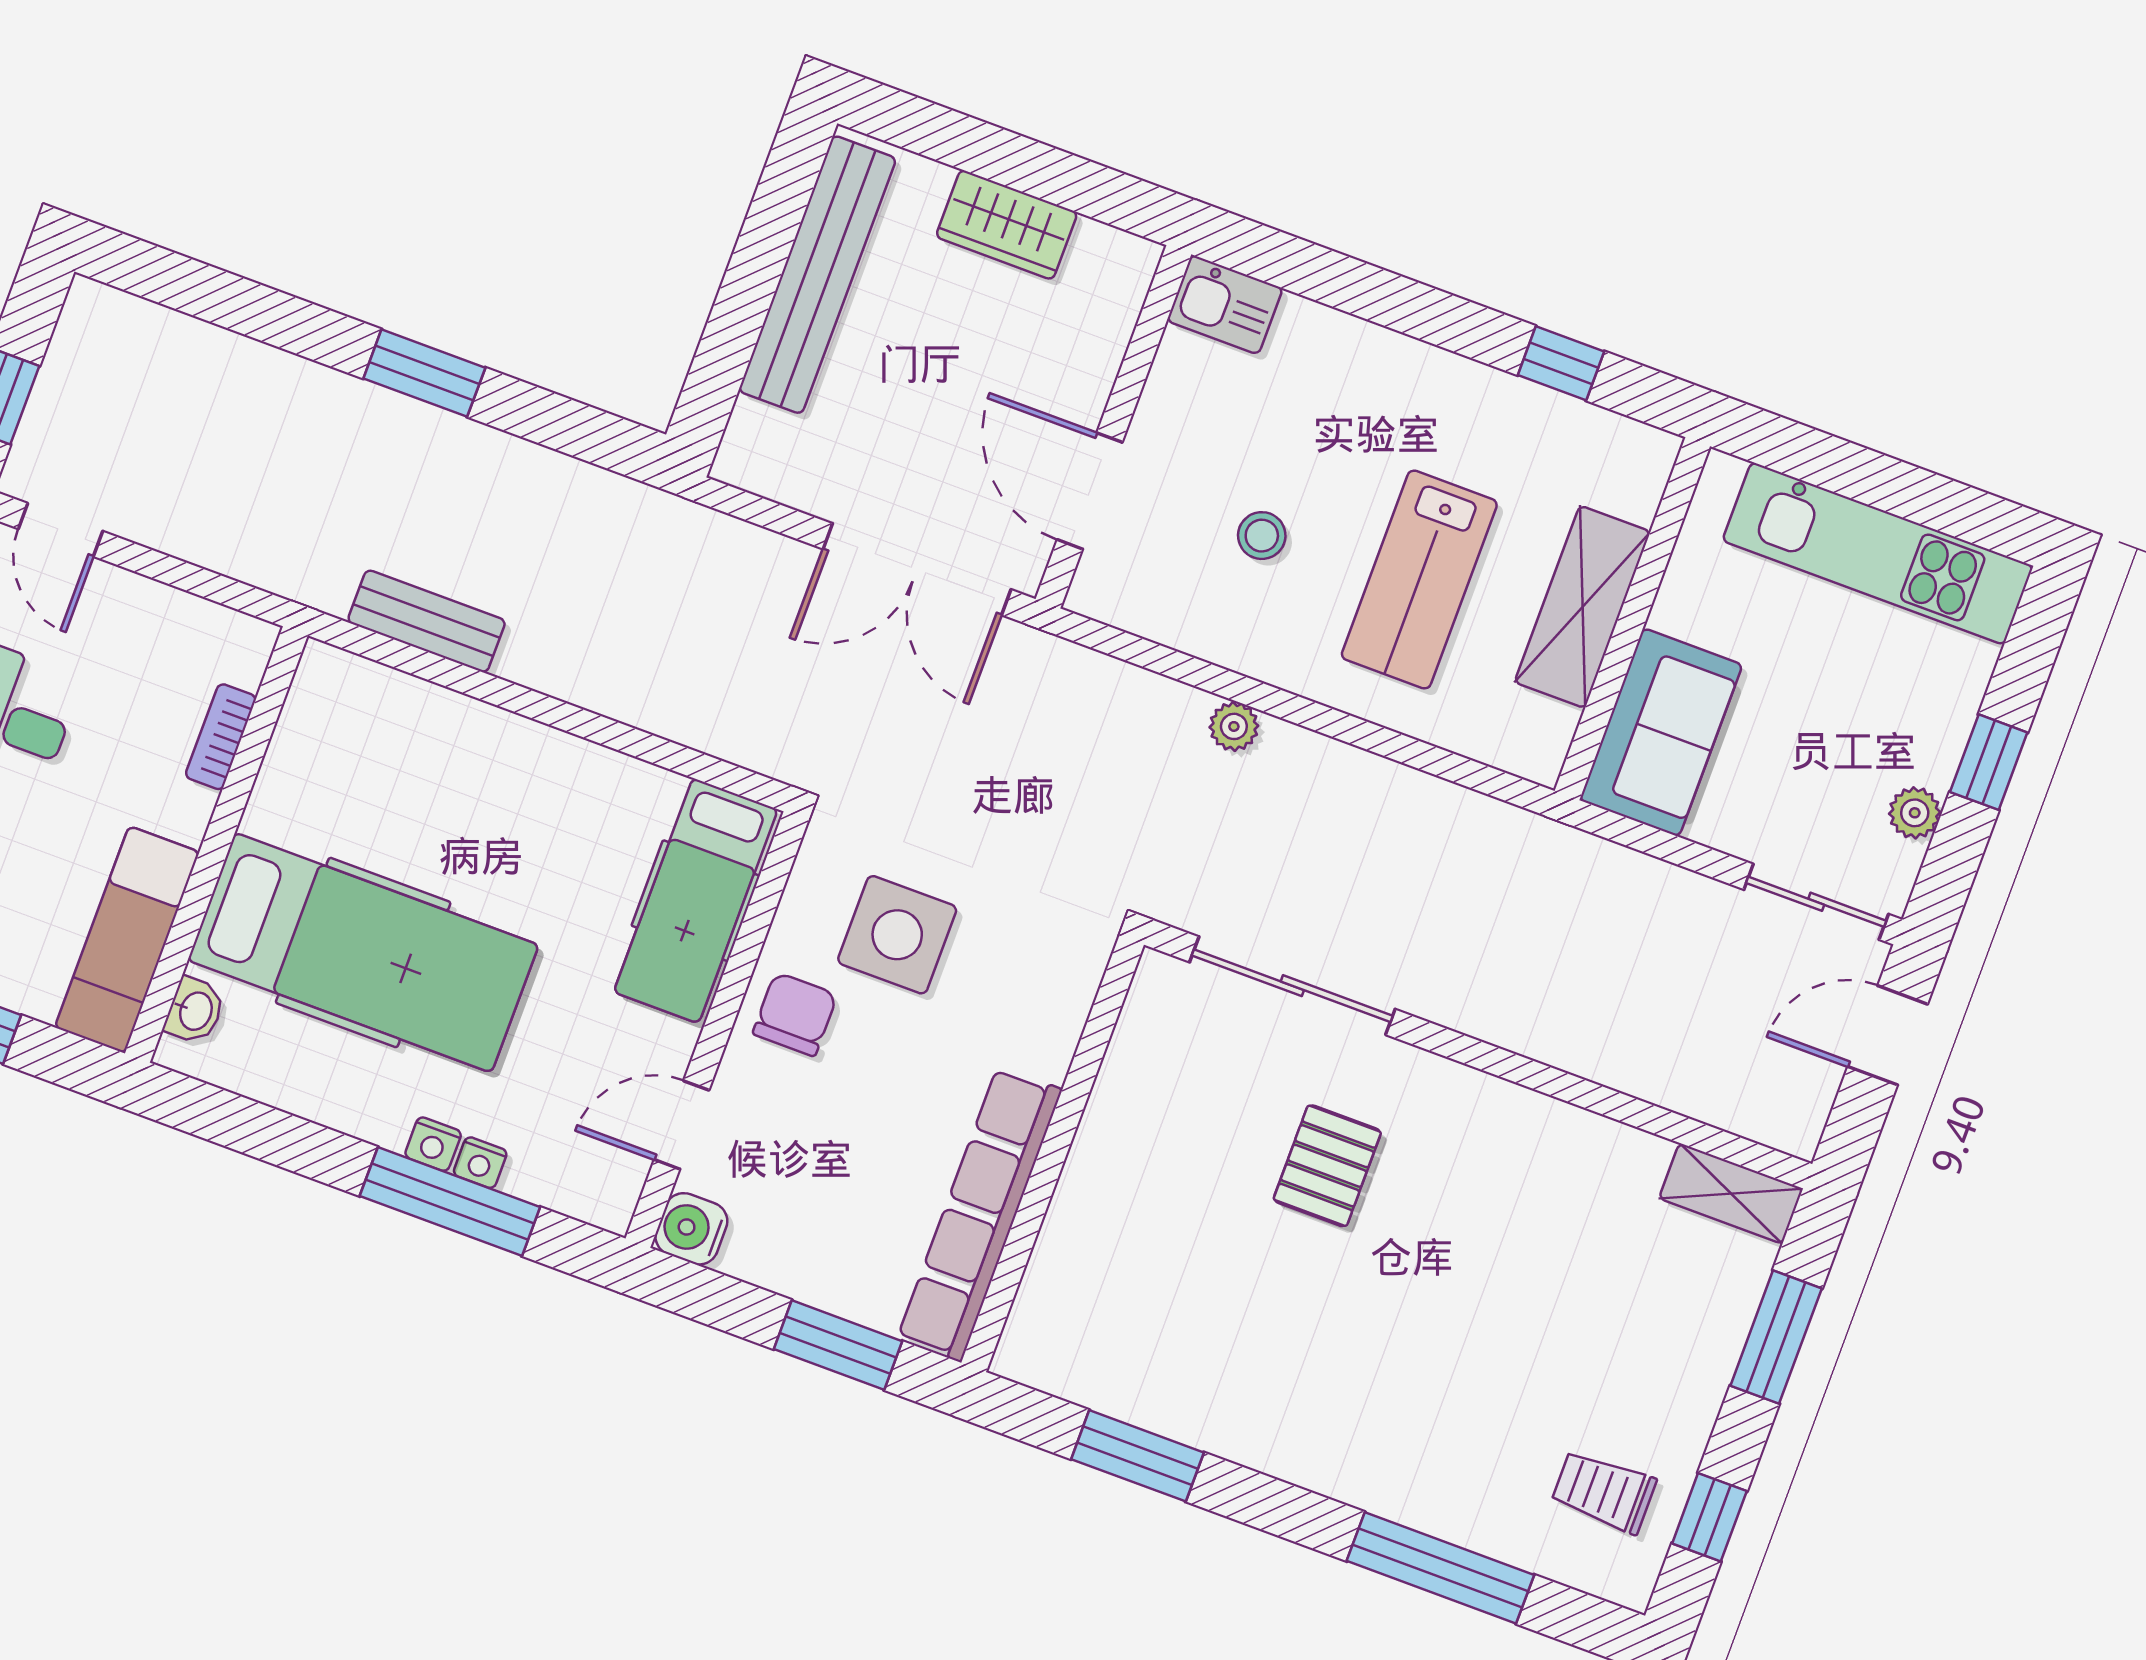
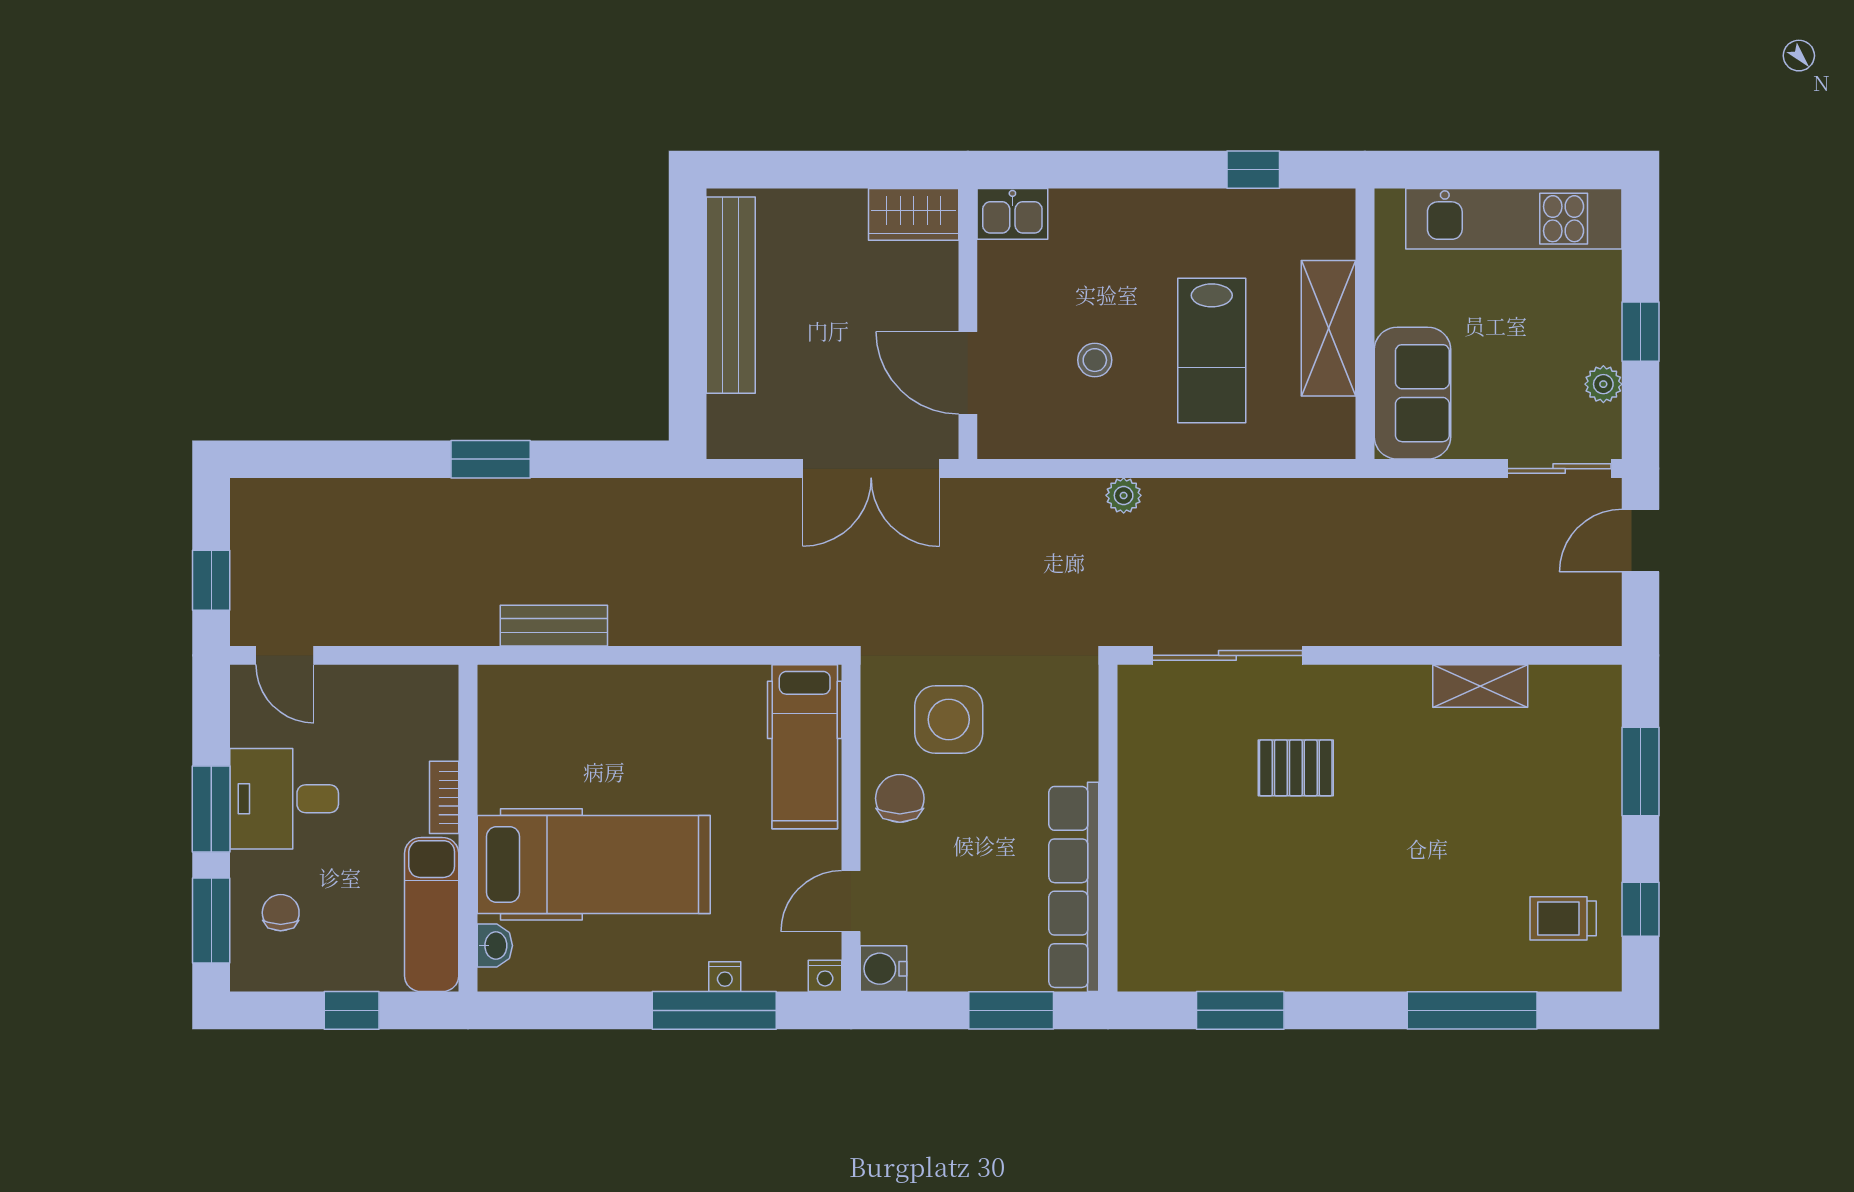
wardrobe: (1007, 225) -> (914, 214), moved
bookcase: (221, 737) -> (444, 797), moved
nightstand: (433, 1144) -> (825, 976), moved
pallet: (1327, 1166) -> (1296, 768), turned 90
shelving: (1731, 1193) -> (1480, 686), moved

